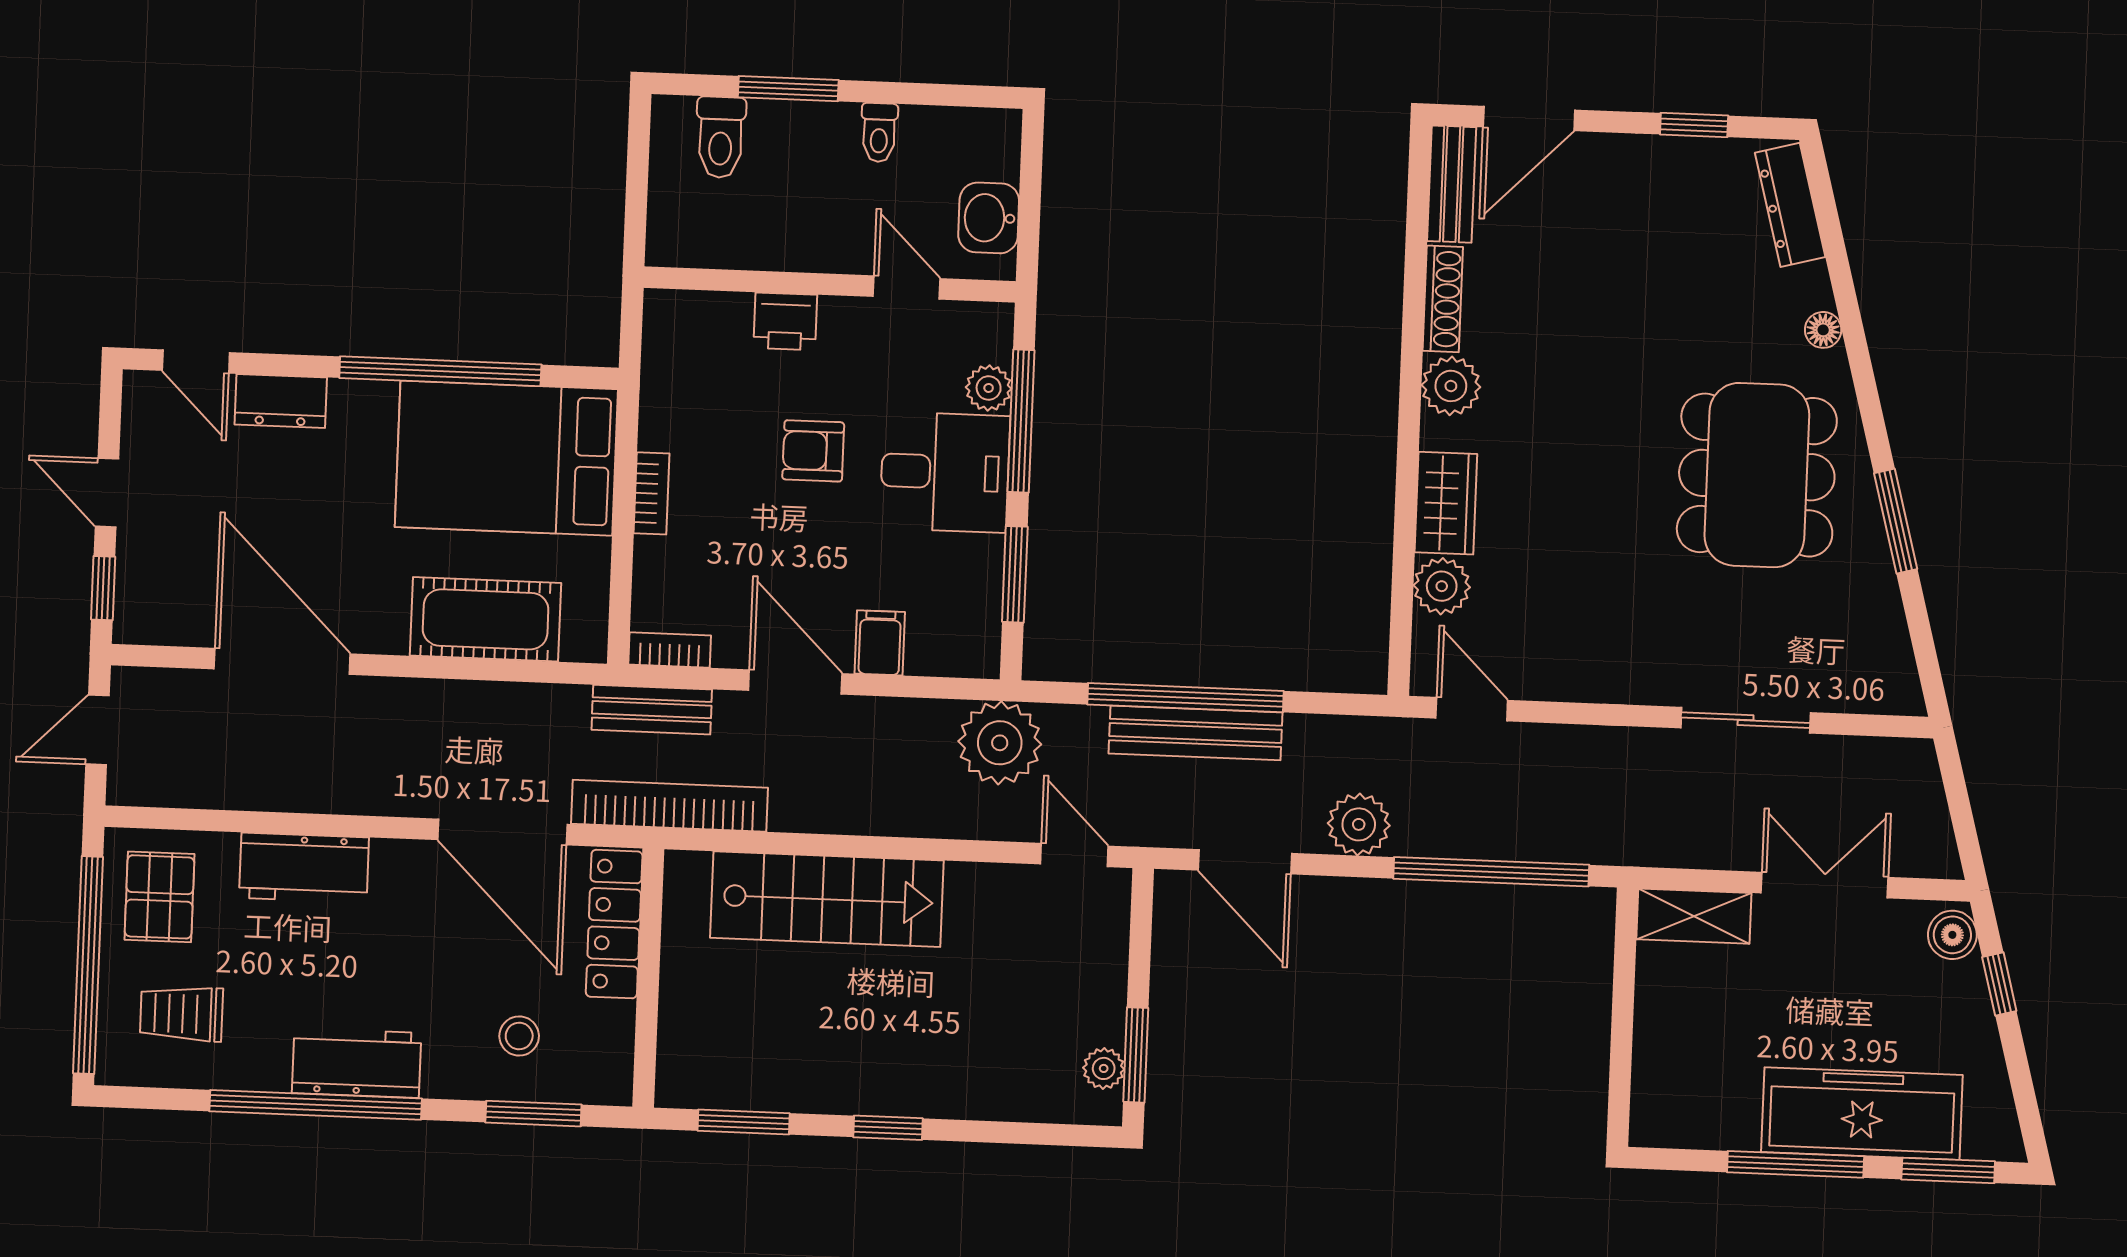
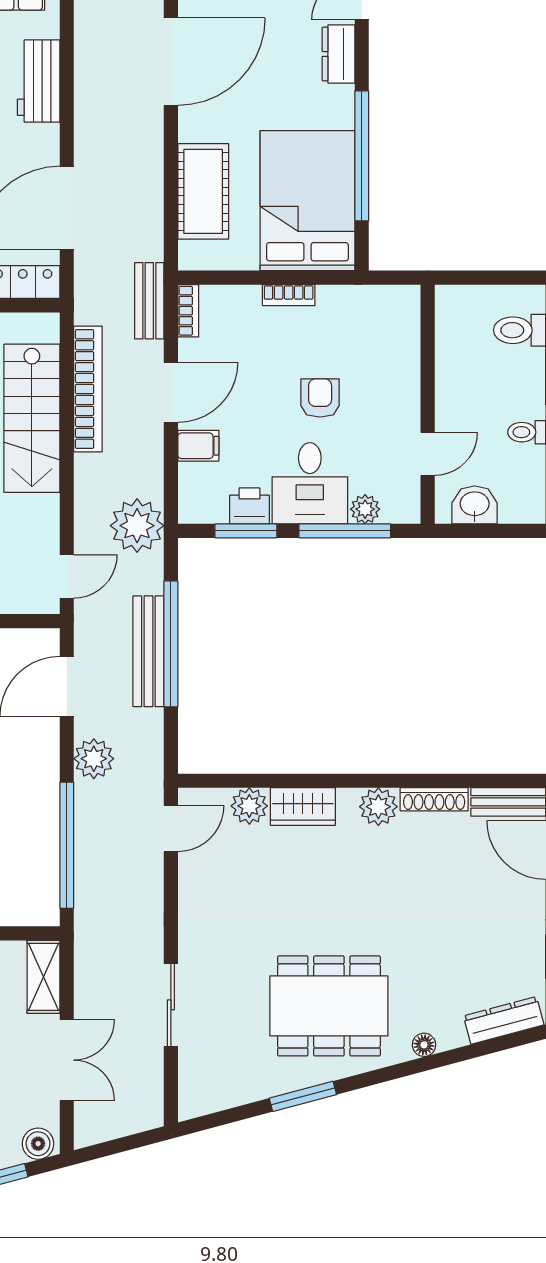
printer: (785, 321) -> (249, 506), moved, turned 90
bookcase: (670, 806) -> (88, 389), moved

